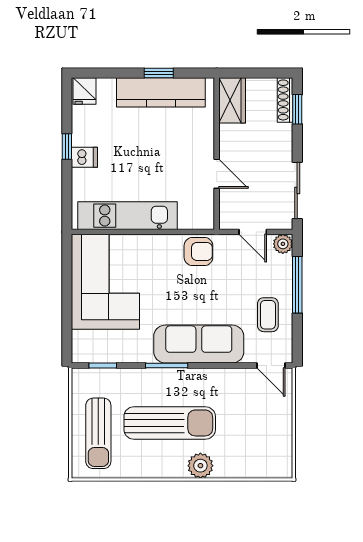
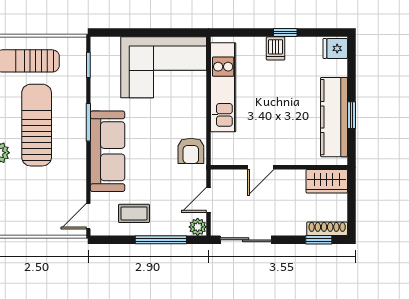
sun lounger: (170, 423) -> (37, 125), turned 180

